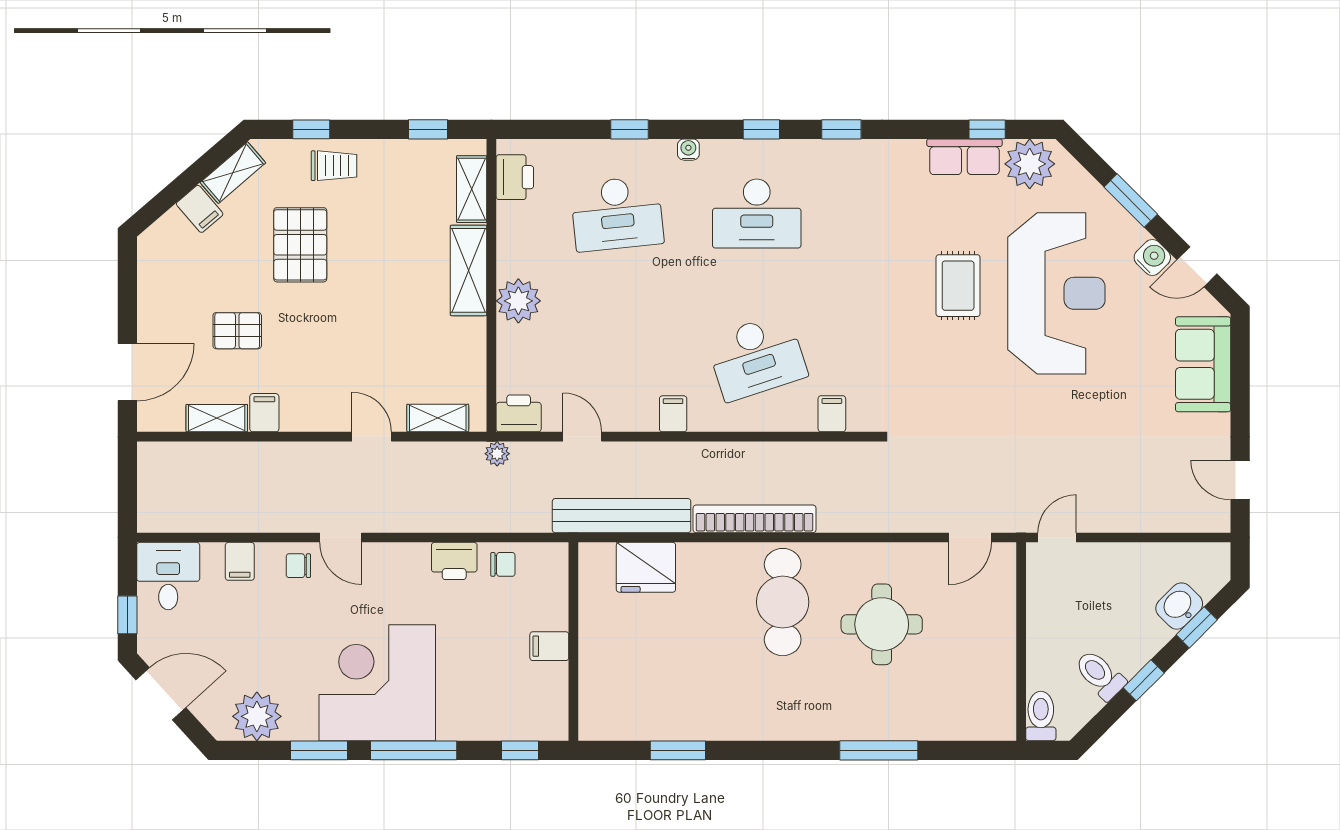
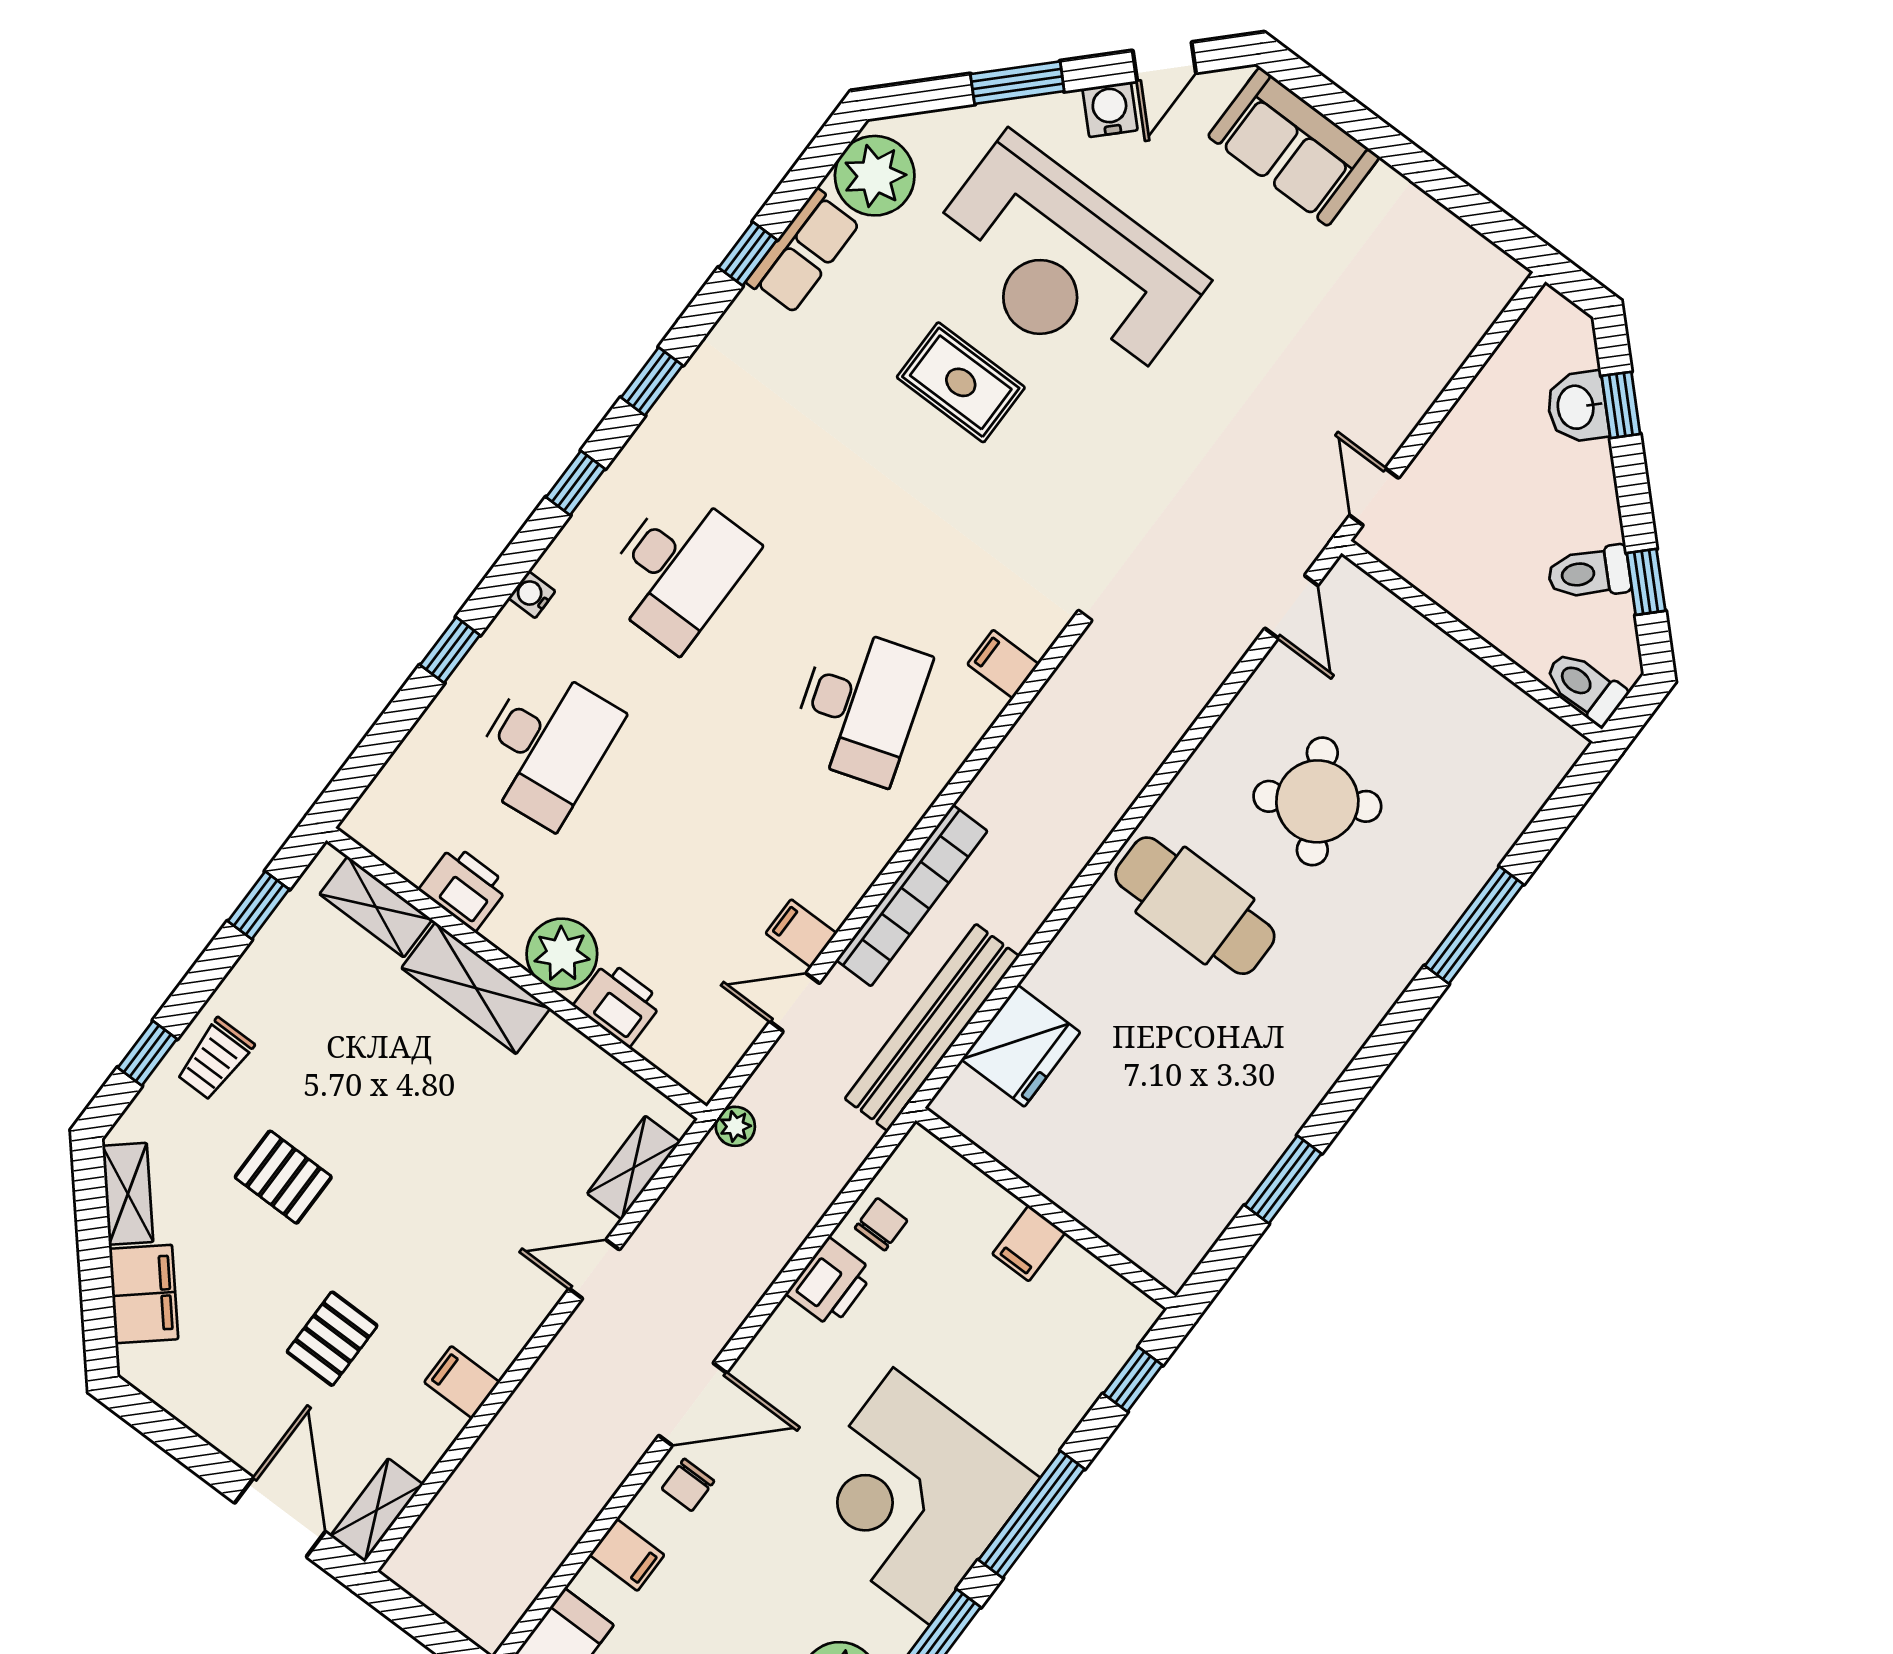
window: (987, 129) -> (748, 254), moved
trolley: (334, 166) -> (215, 1059), turned 180
printer: (515, 177) -> (464, 888), moved
filing cabinet: (200, 209) -> (144, 1294), width x2.00
pallet: (300, 245) -> (283, 1177), width x0.67, depth x0.71
reception desk: (1056, 293) -> (1064, 265), turned 180
printer: (519, 413) -> (618, 1004), moved, turned 90
filing cabinet: (673, 414) -> (801, 933), moved
shelving: (217, 418) -> (377, 1510), moved
door: (1240, 480) -> (1476, 210), removed
bookcase: (755, 519) -> (912, 896), moved, turned 180
door: (341, 538) -> (693, 1404), width x1.38
round table: (882, 624) -> (1317, 801), turned -31
window: (1144, 680) -> (1646, 582), moved

